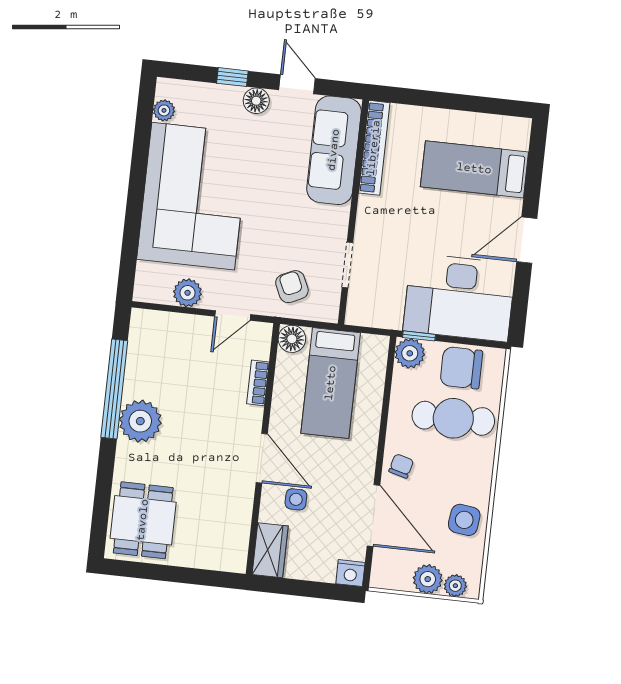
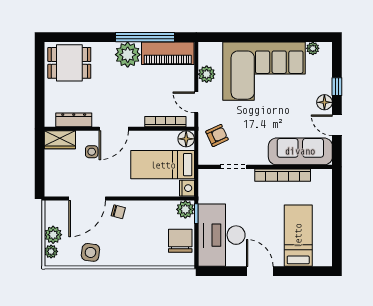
door: (297, 84) -> (337, 125), swing flipped
bookcase: (374, 148) -> (283, 175), moved
piano: (145, 354) -> (168, 53), added
bookcase: (258, 383) -> (165, 122), width x1.56
cafe table: (453, 418) -> (150, 239), removed
dresser: (239, 523) -> (74, 120), added
nightstand: (350, 573) -> (187, 188), moved, turned 180

